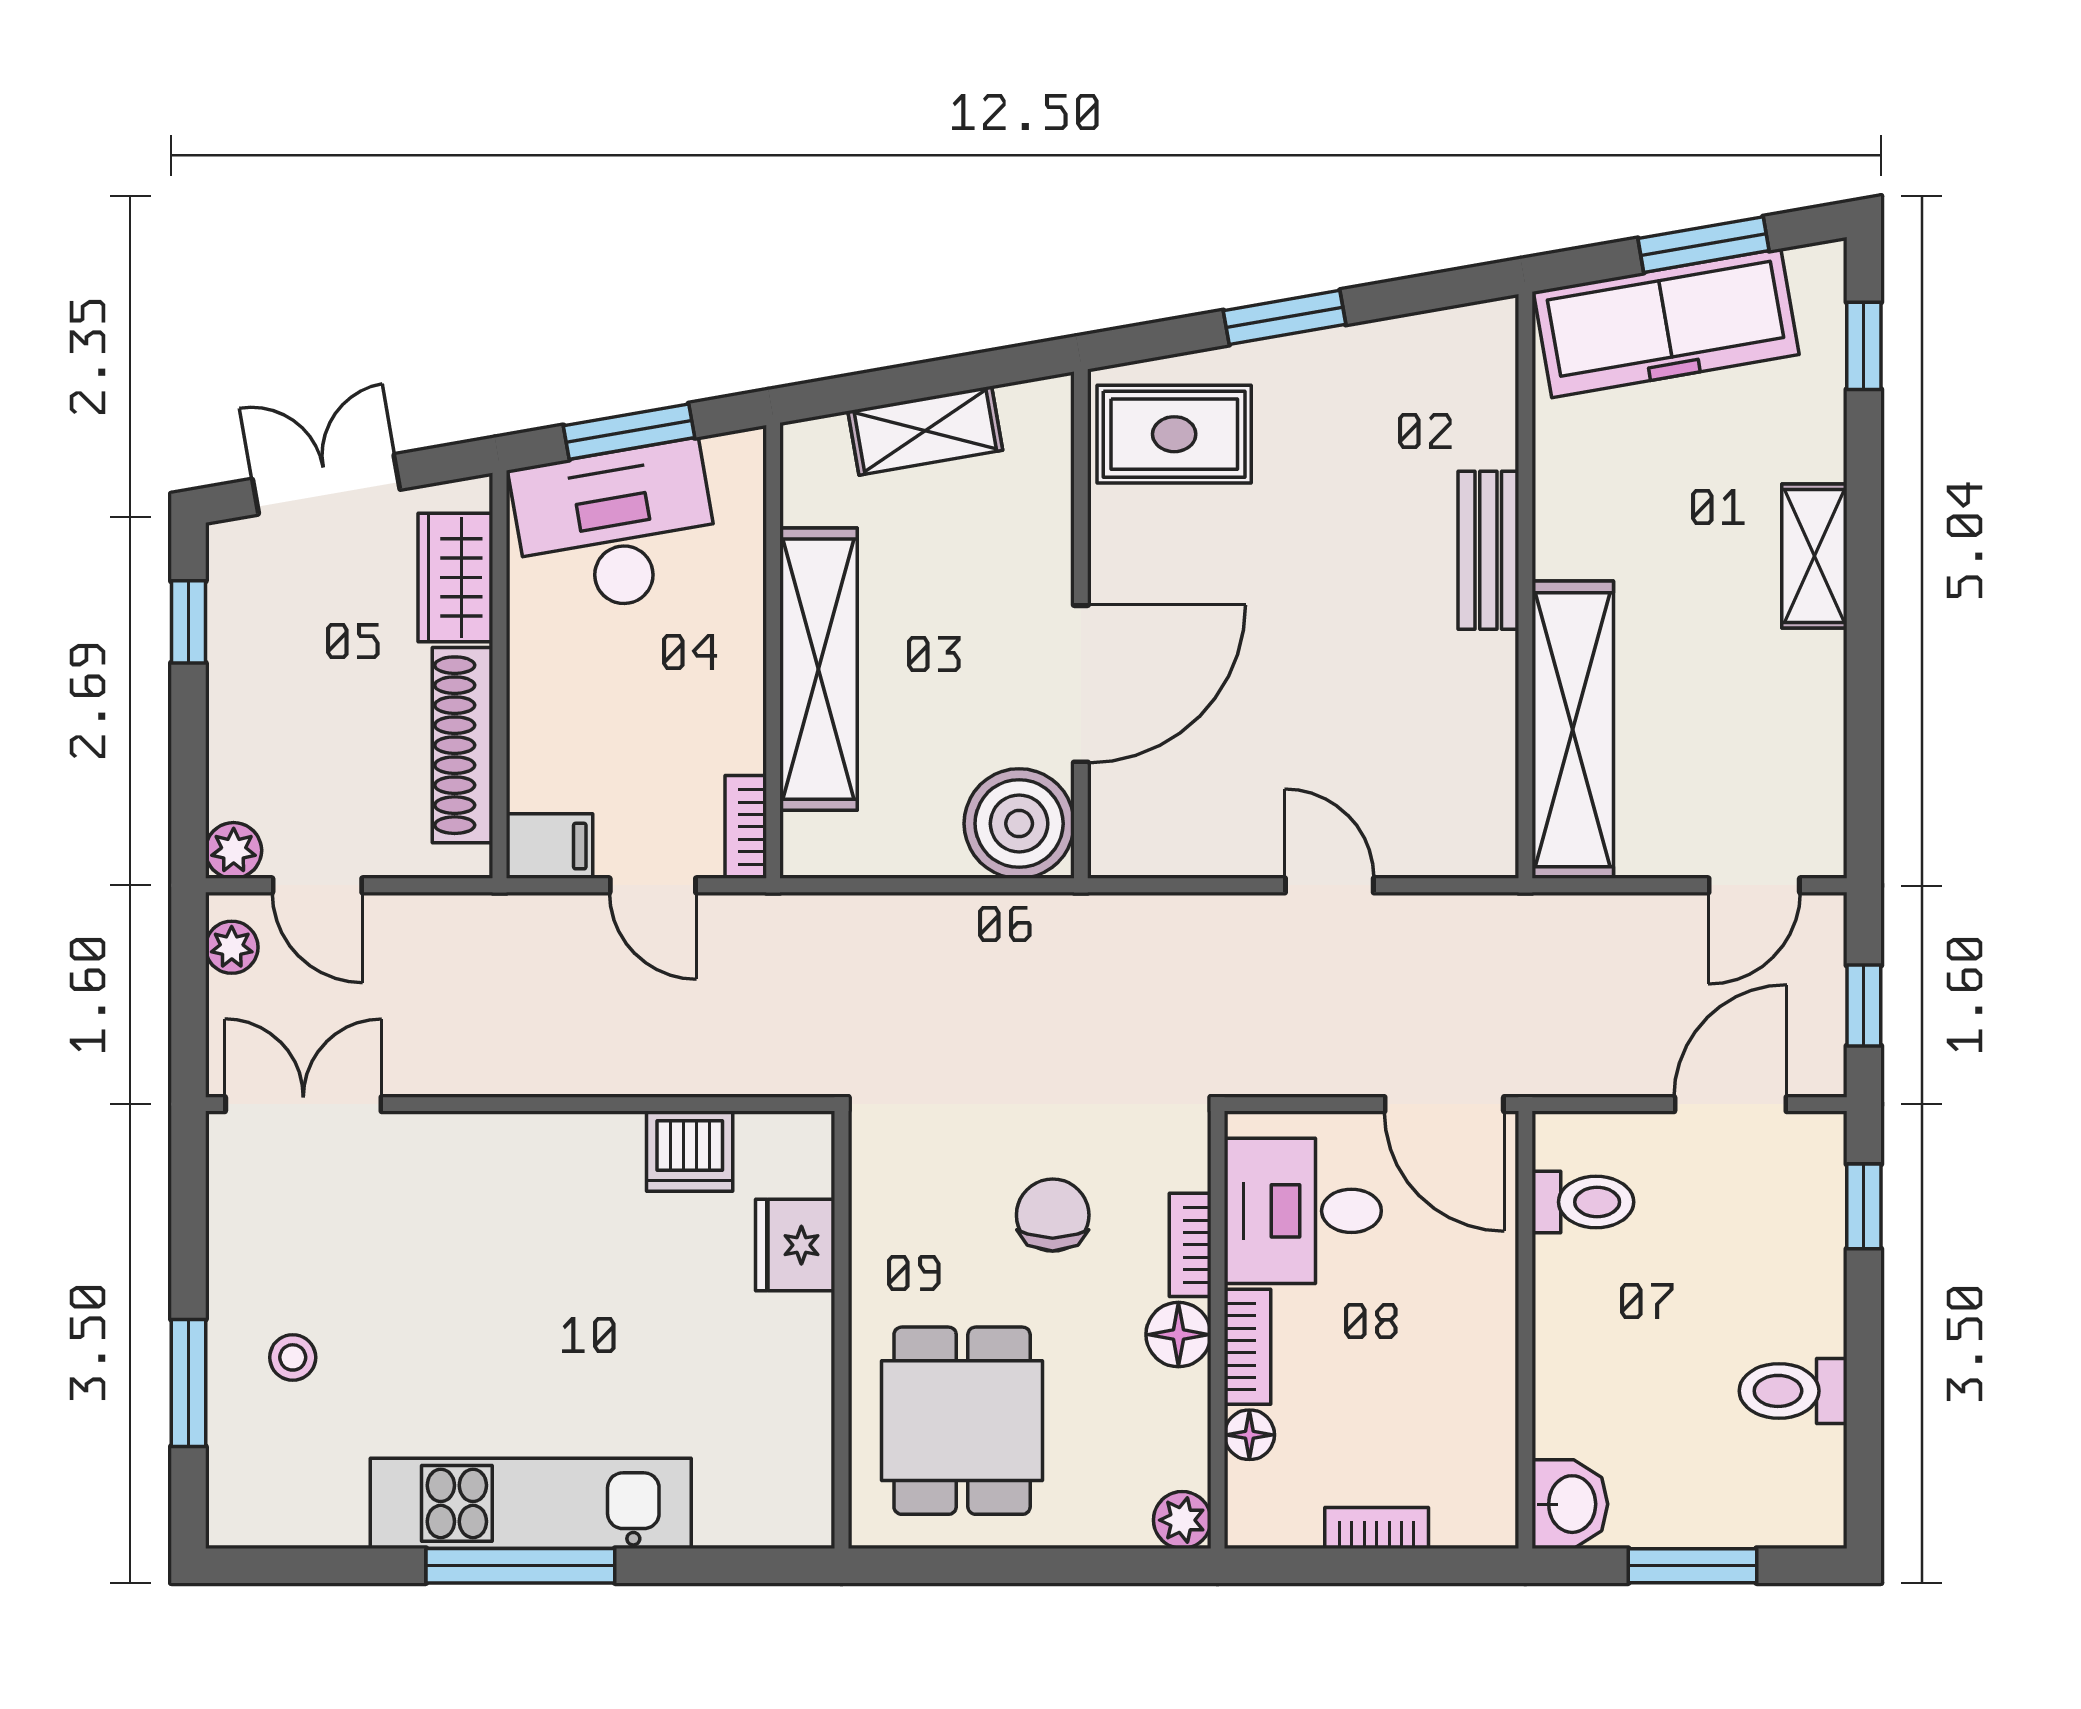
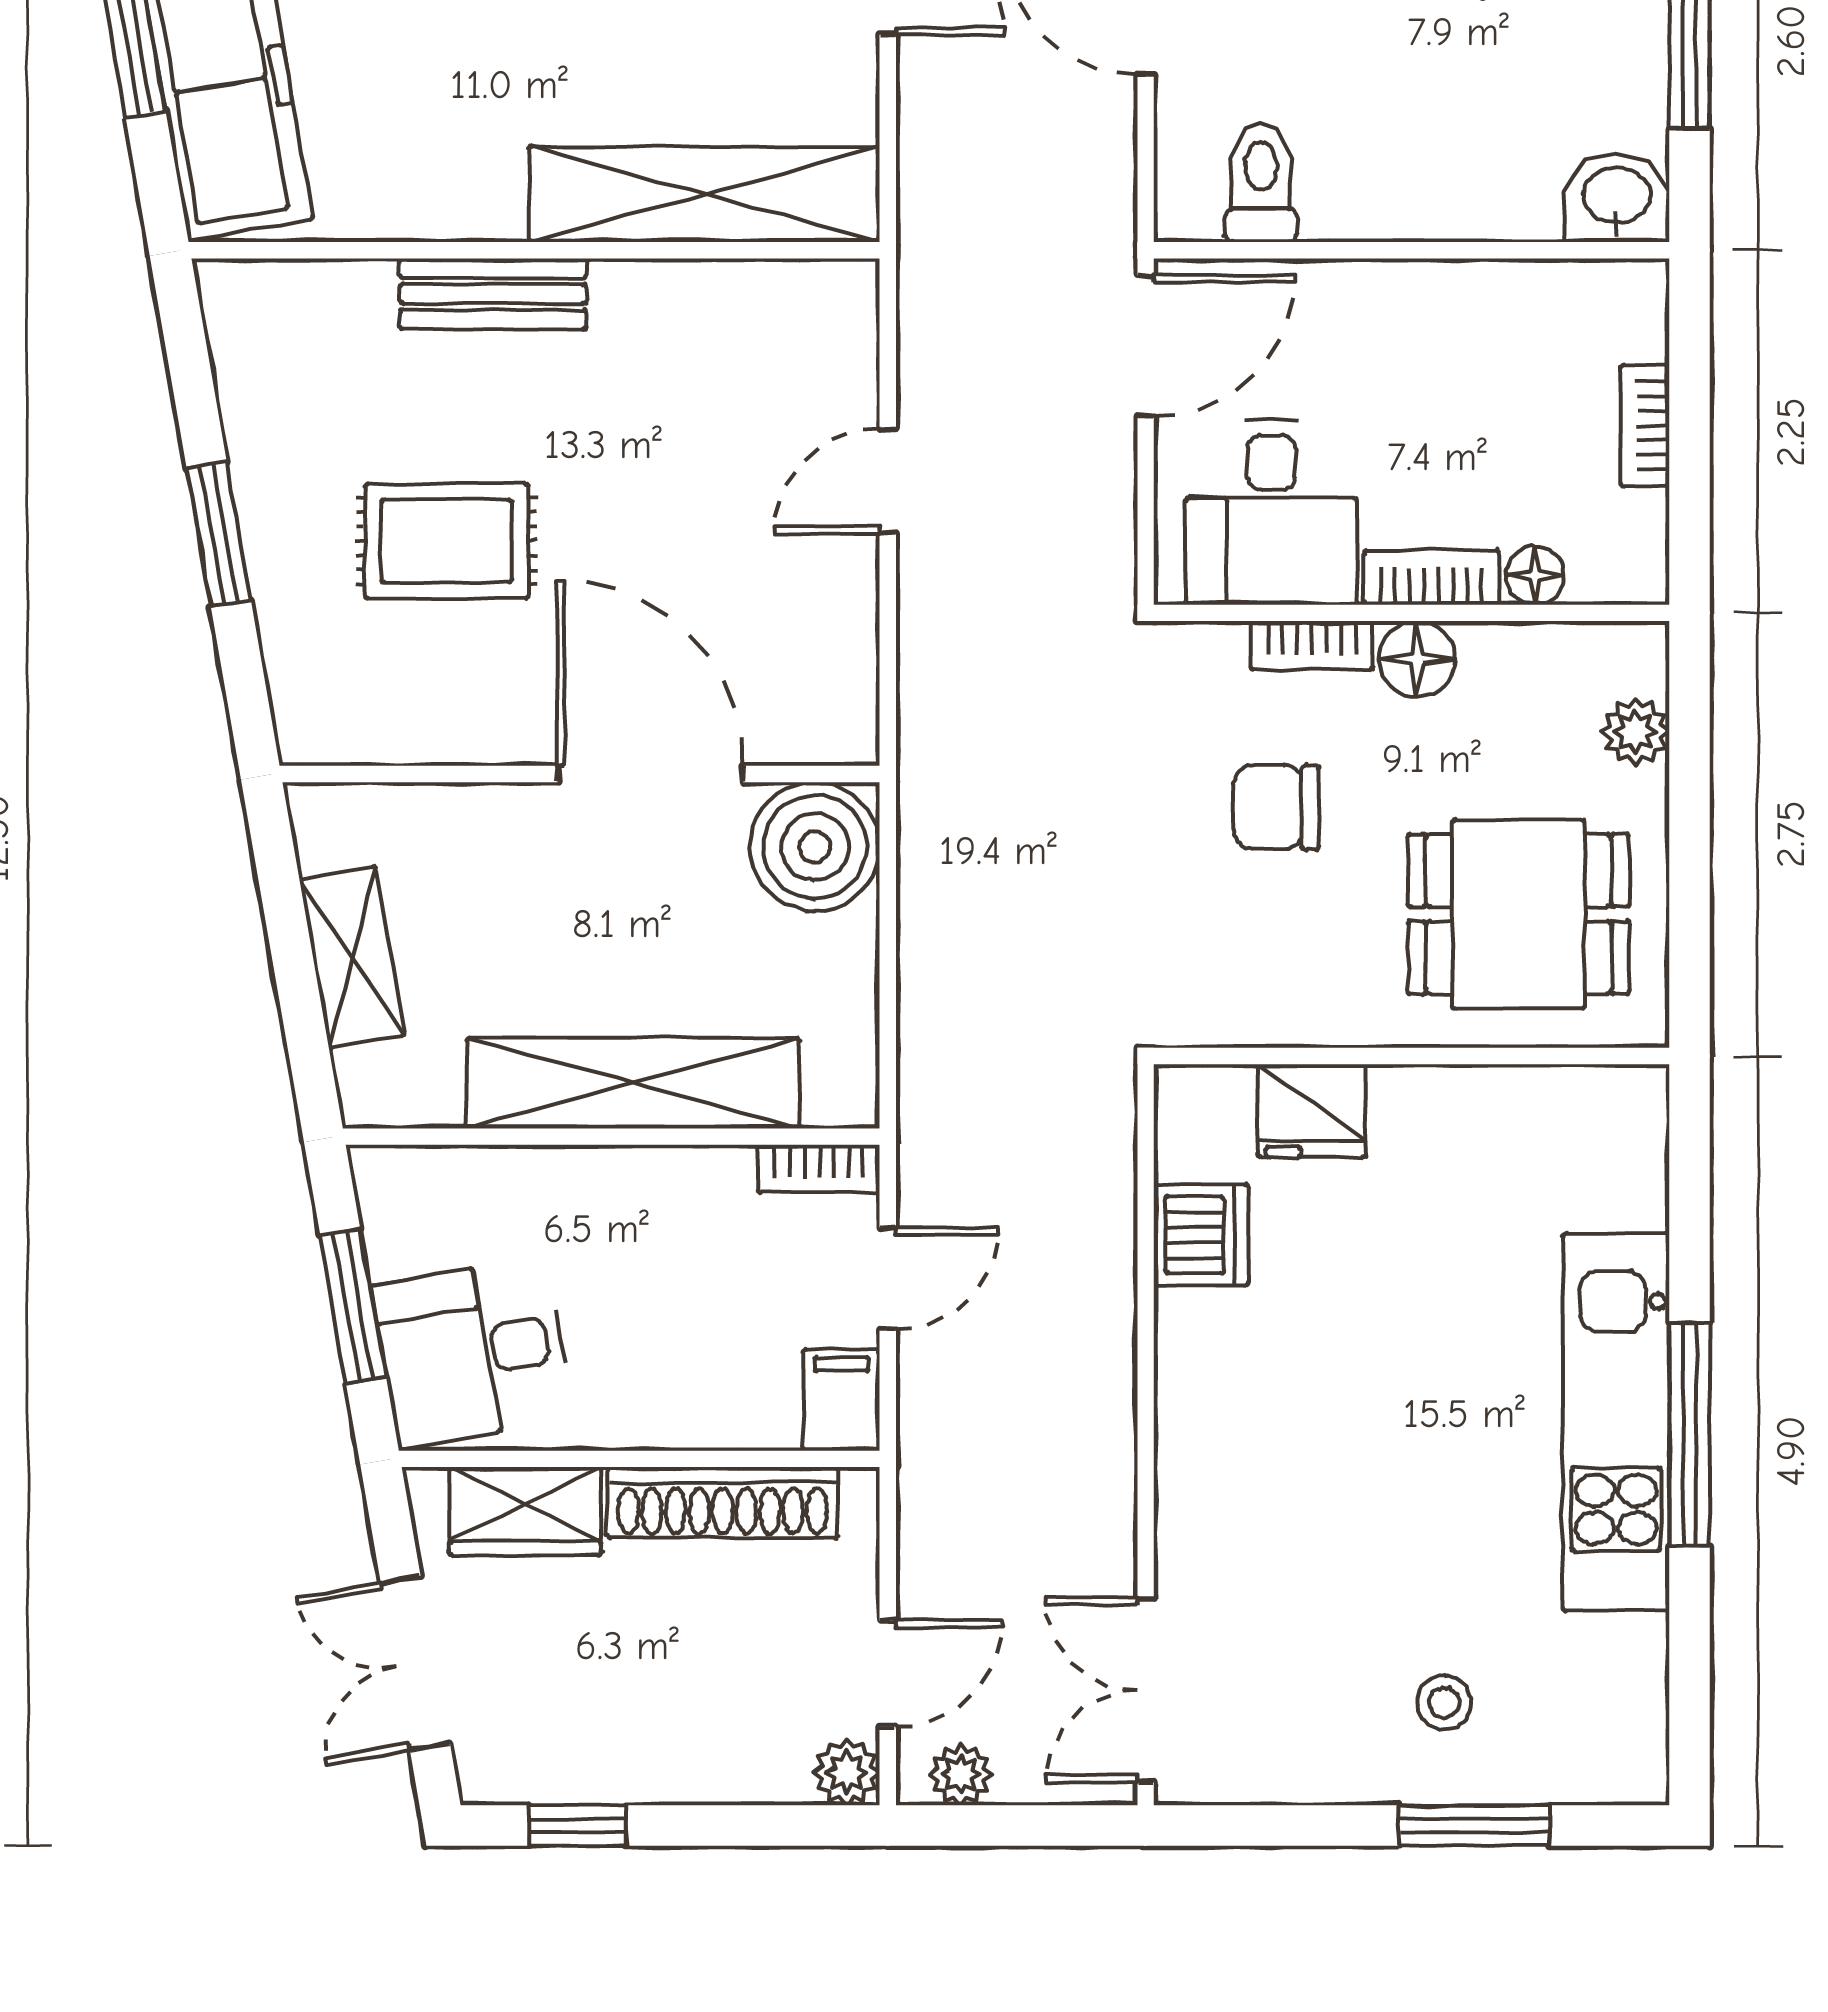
rug: (1174, 434) -> (446, 541), moved, turned 90
desk: (616, 528) -> (473, 1352), width x0.73
plant: (1182, 1520) -> (1636, 732), moved

